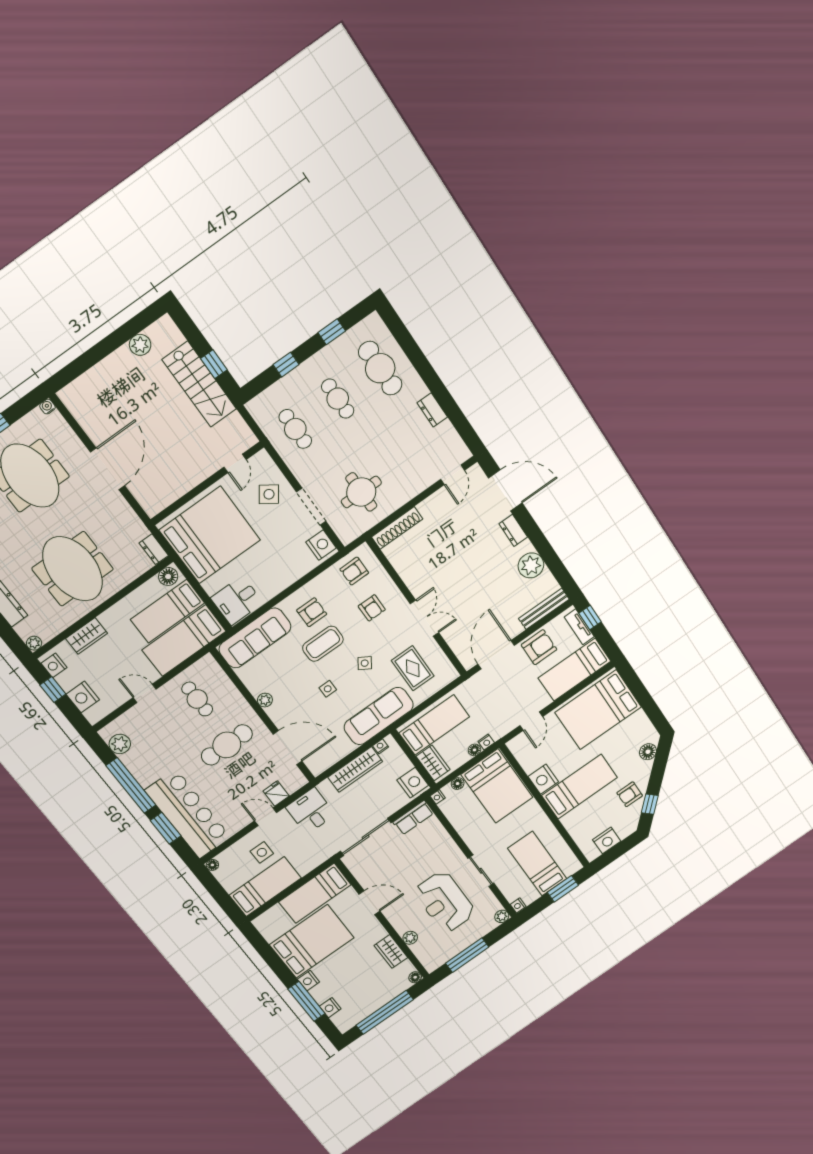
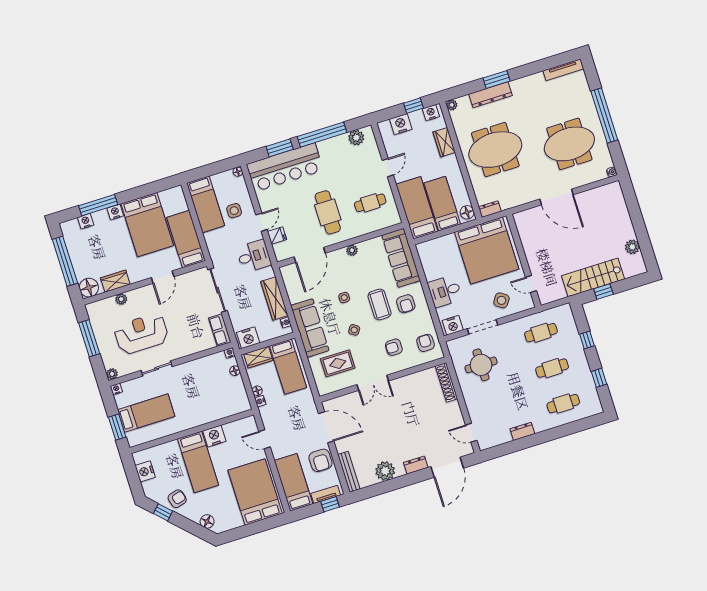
cafe table: (380, 368) -> (563, 404), width x0.73, depth x0.74
desk: (237, 600) -> (445, 291), moved, turned -90
bed: (497, 786) -> (222, 400), removed
armchair: (630, 794) -> (177, 499), turned 75
floor lamp: (415, 977) -> (89, 288), width x1.89, depth x1.89

